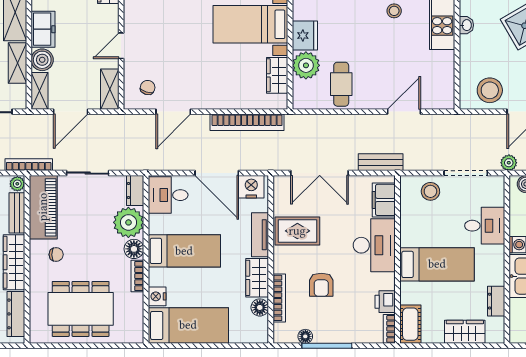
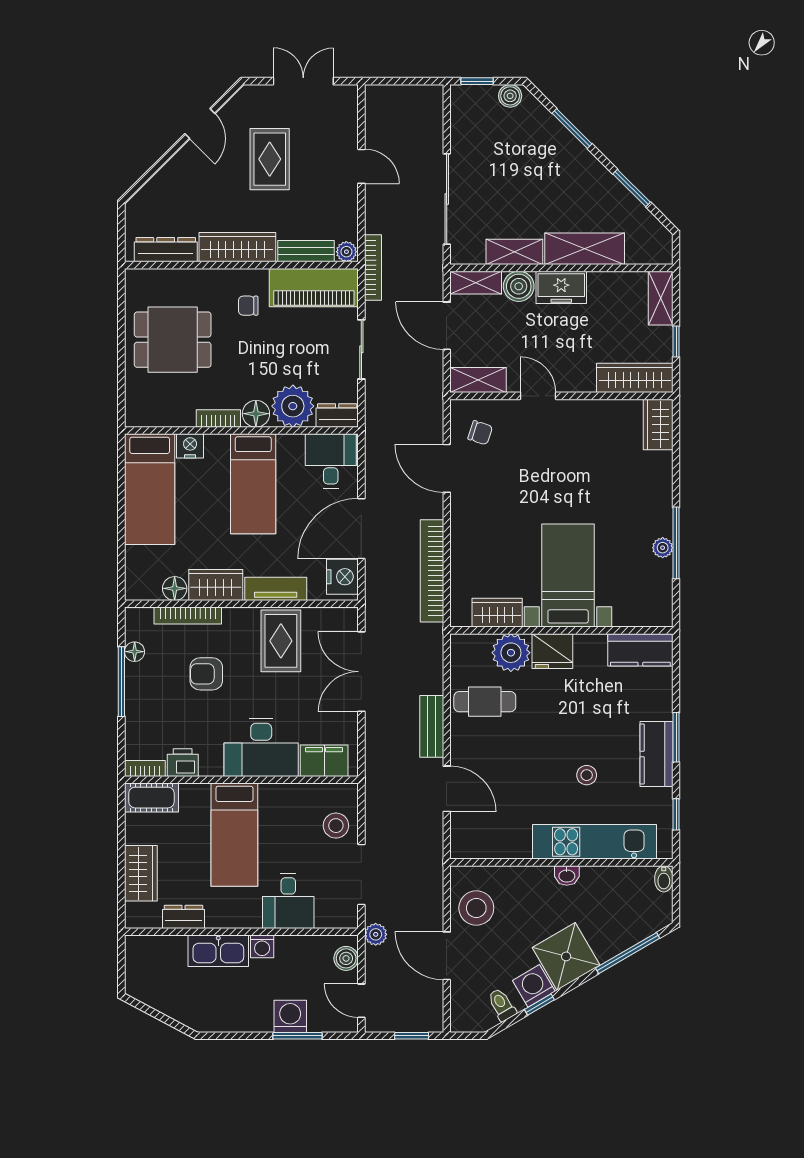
bench: (381, 162) -> (432, 726), moved
chair: (56, 255) -> (248, 306), turned 90
dining table: (81, 309) -> (173, 340), width x0.73

